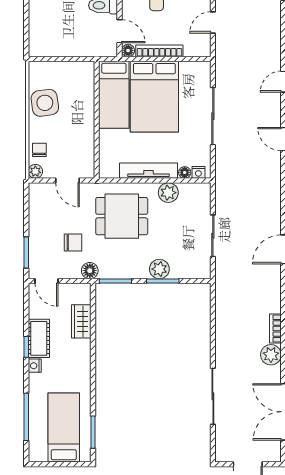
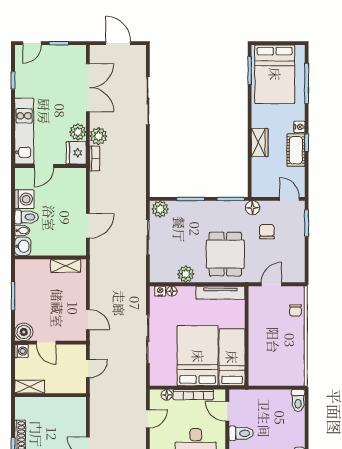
toilet: (36, 44) -> (298, 401), added
floor lamp: (128, 51) -> (167, 395), moved
side table: (45, 103) -> (291, 350), removed
plant: (35, 171) -> (299, 292), removed
tv unit: (149, 171) -> (220, 293), moved
door: (67, 181) -> (271, 284), hinge flipped
dining table: (122, 216) -> (225, 254), turned 90
chair: (73, 242) -> (267, 232), turned 90
plant: (159, 269) -> (160, 209), moved
wardrobe: (81, 321) -> (260, 143), moved
bed: (64, 427) -> (275, 74), width x1.50

